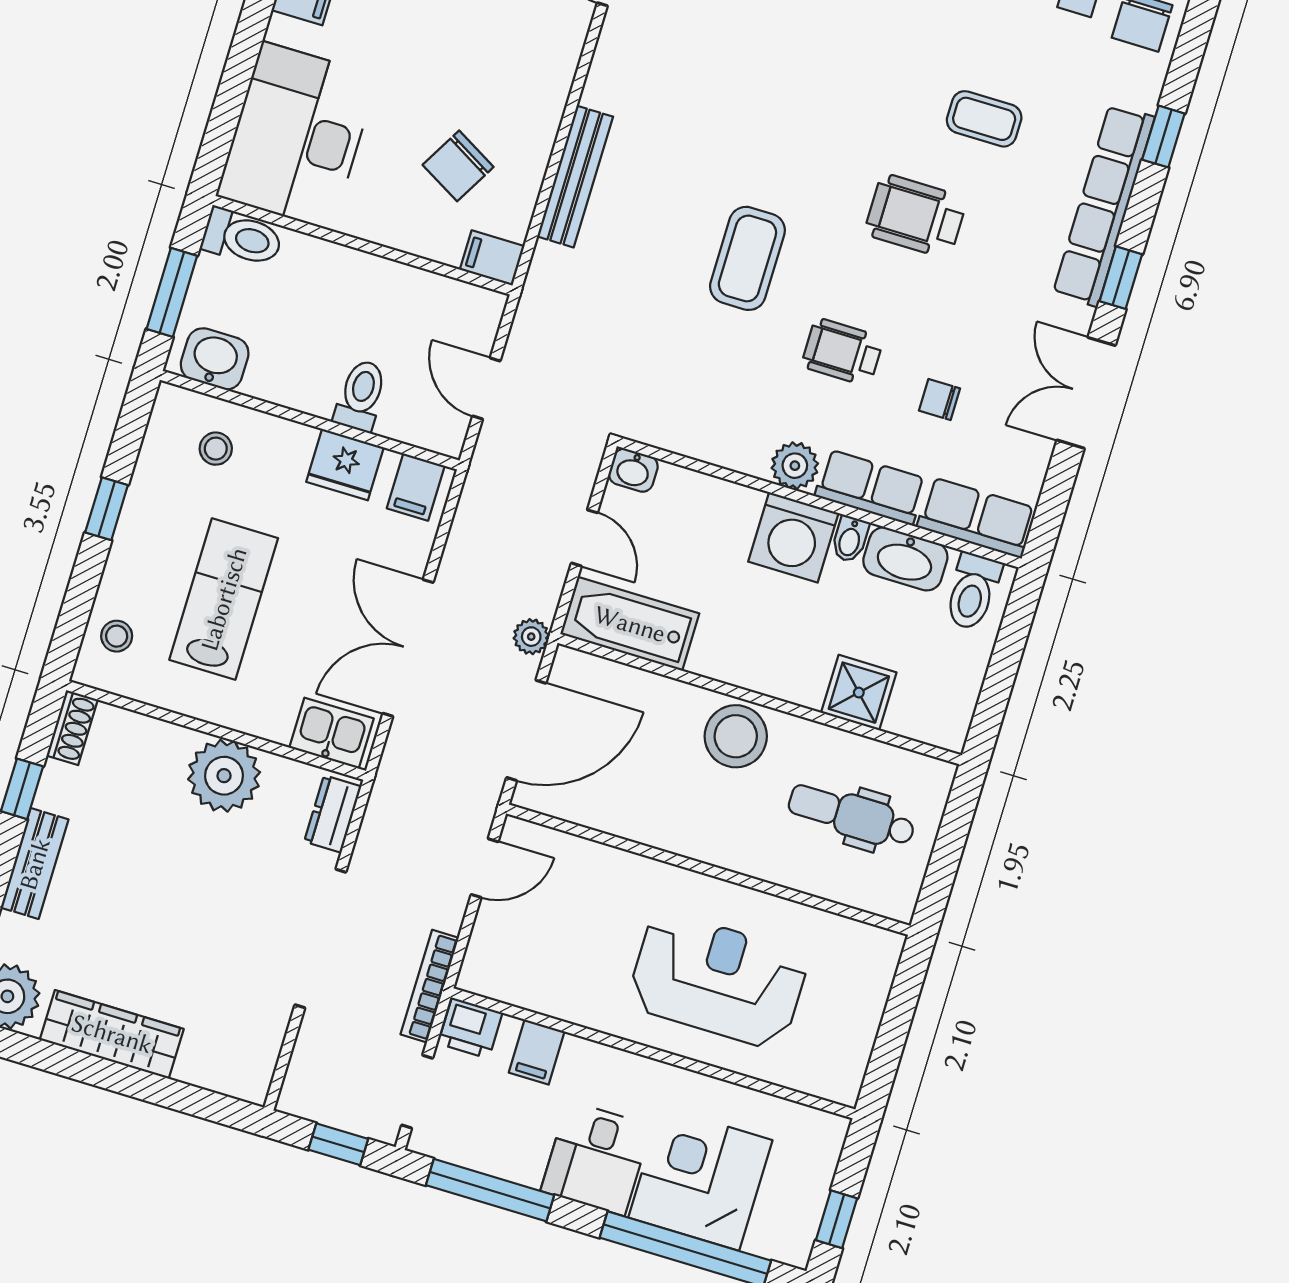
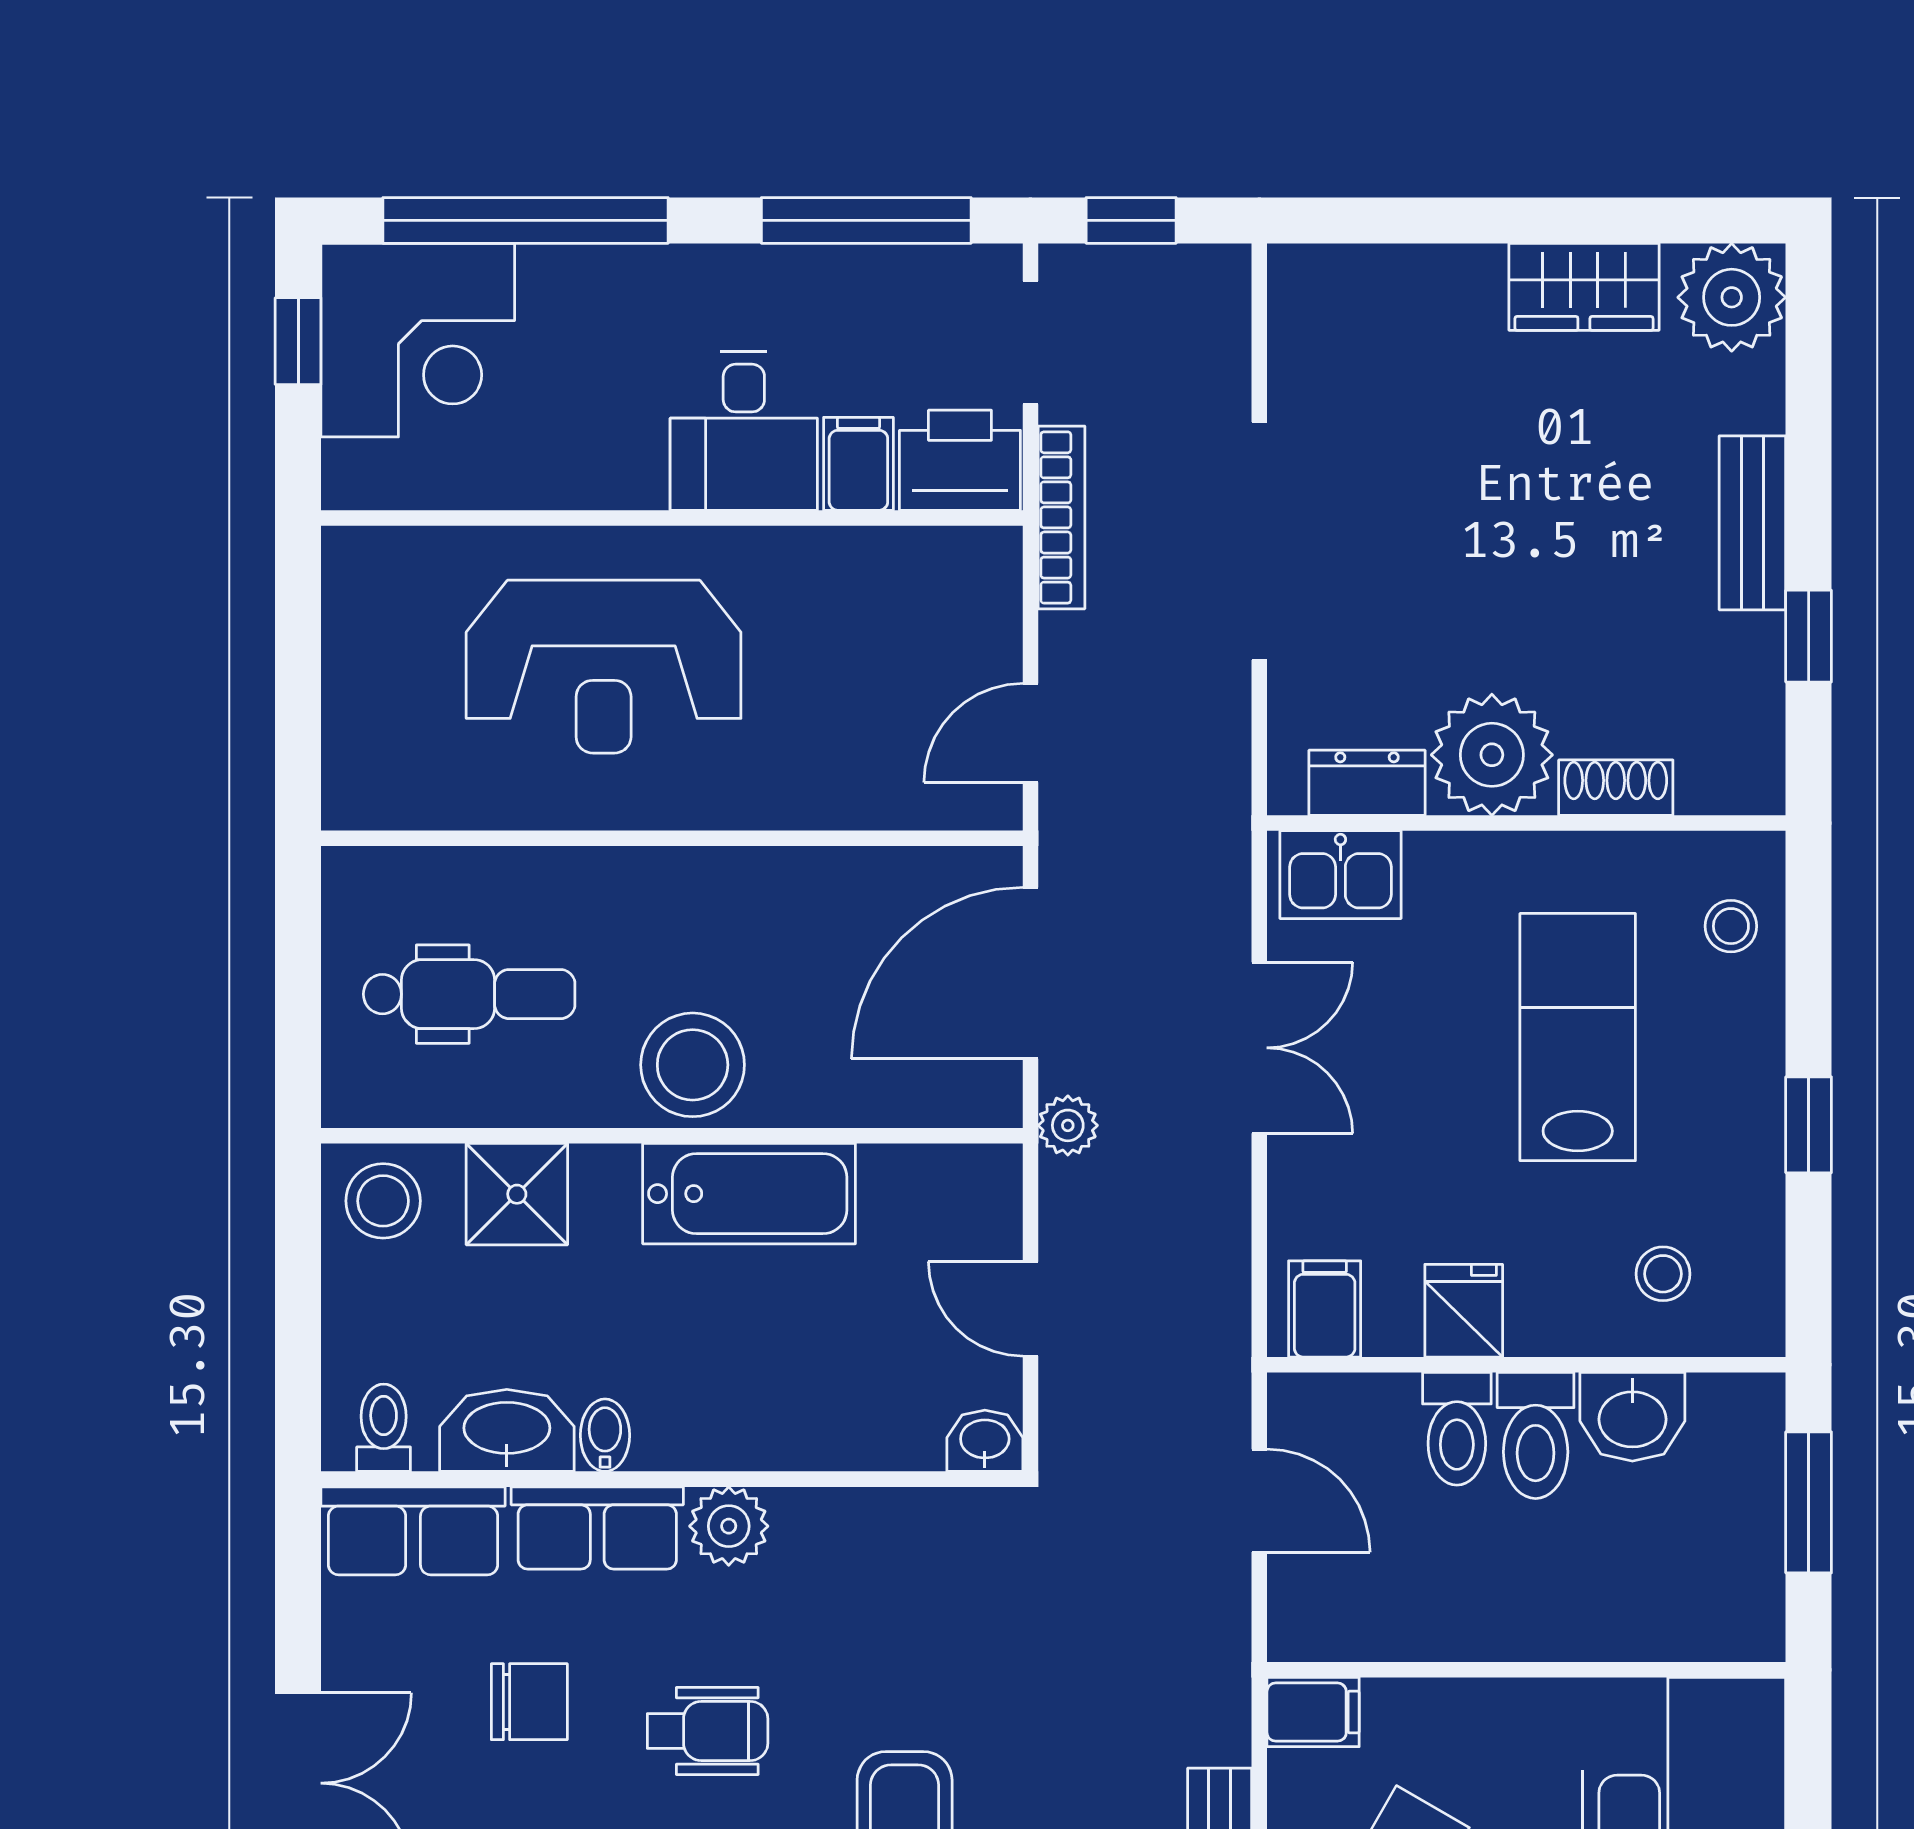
toilet: (242, 238) -> (1536, 1435), moved, turned -90
washbasin: (215, 359) -> (1632, 1417), moved
chair: (940, 400) -> (529, 1702), width x1.37, depth x1.37
fridge: (345, 465) -> (1464, 1311), width x0.72
washing machine: (793, 537) -> (696, 1411), removed
toilet: (973, 591) -> (384, 1428), width x0.73, depth x0.72
lab bench: (224, 599) -> (1578, 1037), turned 180
bathtub: (630, 624) -> (749, 1194), moved
double door: (408, 648) -> (1259, 1048), width x0.73
stool: (937, 712) -> (383, 1201), added
shoe rack: (72, 728) -> (1616, 788), moved, turned 90
dresser: (333, 814) -> (1367, 783), moved, turned -90
printer: (470, 1028) -> (960, 460), width x1.36, depth x1.24
wardrobe: (112, 1034) -> (1584, 287), width x0.67
desk: (596, 1158) -> (744, 431), moved, turned 180
corner desk: (700, 1179) -> (418, 340), moved

